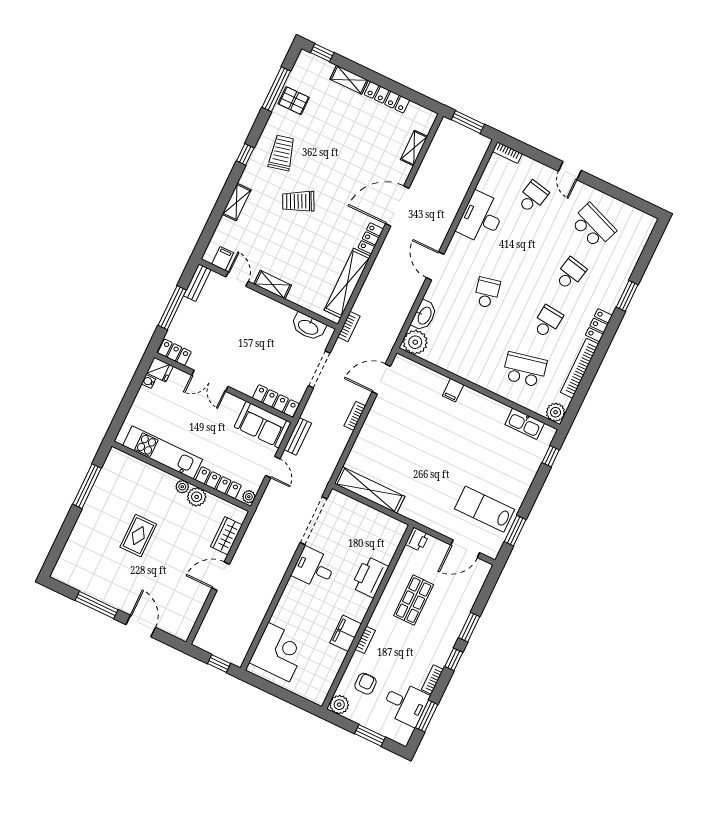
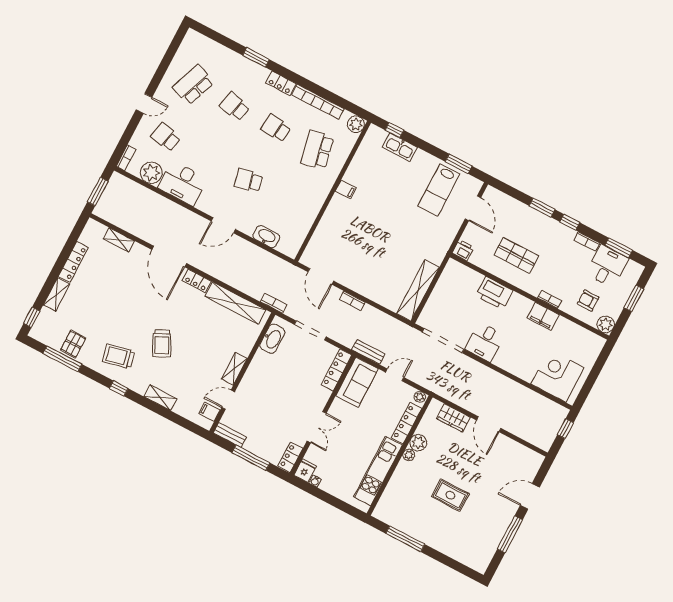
plant: (415, 342) -> (151, 173), moved
filing cabinet: (453, 390) -> (346, 190), moved
kitchen sink: (525, 424) -> (400, 147), moved, turned 90

